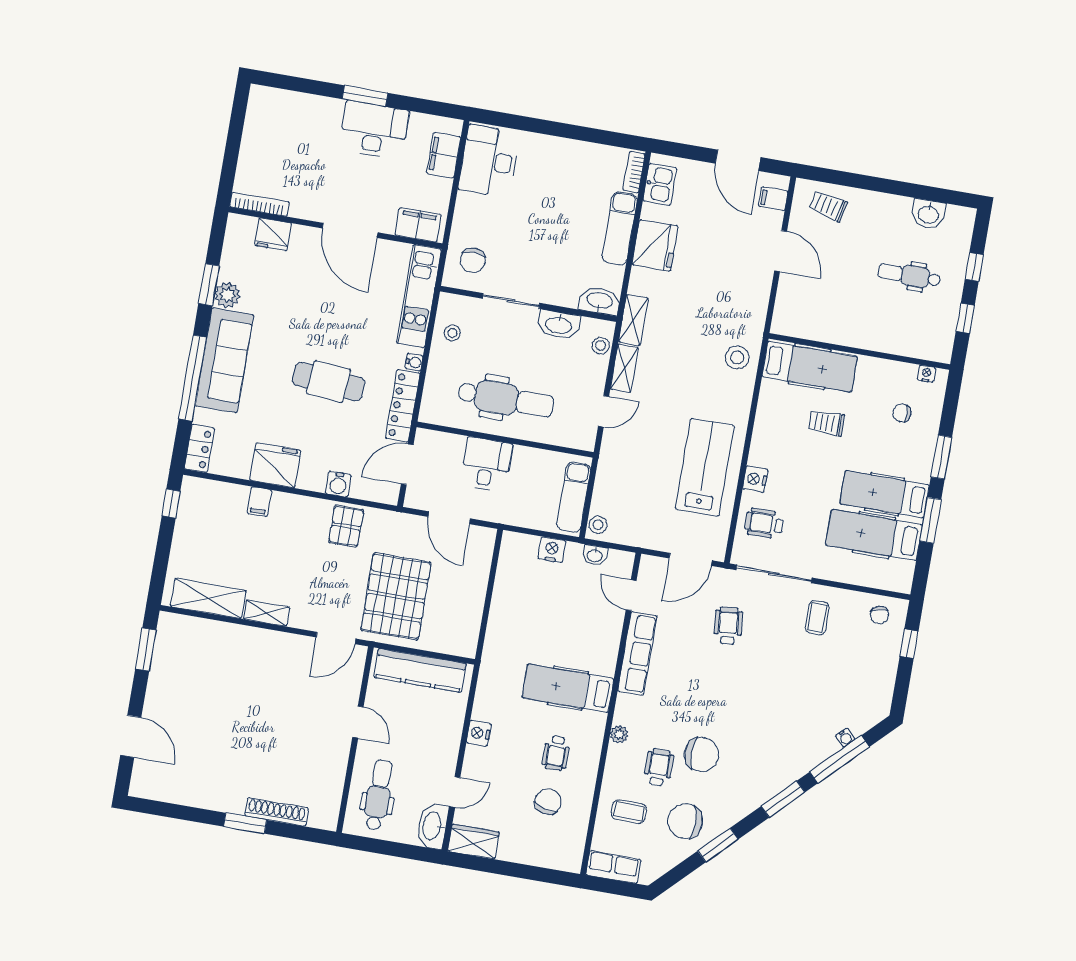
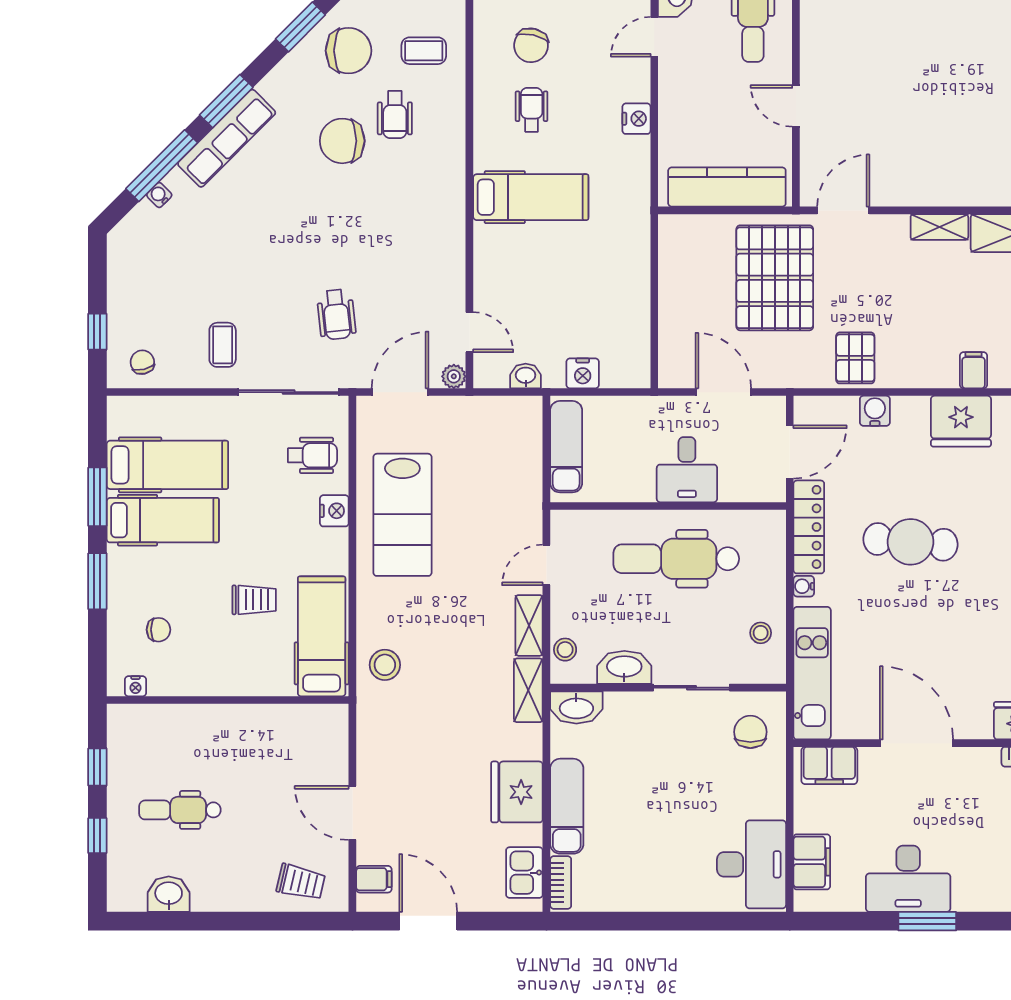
dental chair: (909, 276) -> (180, 810), turned 180
hospital bed: (810, 367) -> (322, 636), moved, turned 90
stool: (598, 525) -> (528, 416), removed
row of seats: (637, 653) -> (227, 138), moved, turned -135
plant: (619, 734) -> (454, 376), moved

